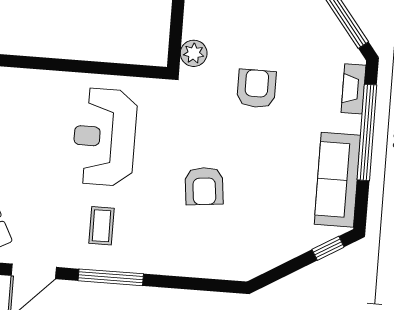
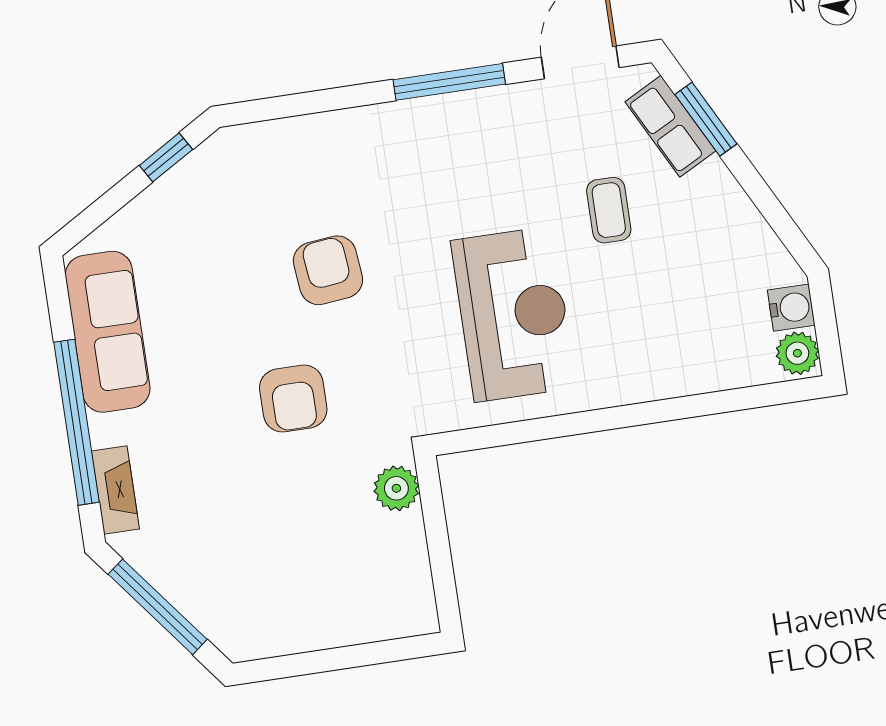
armchair: (256, 89) -> (293, 398), moved
coffee table: (101, 226) -> (609, 210), moved
window: (328, 248) -> (166, 157), moved

